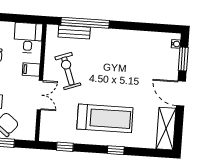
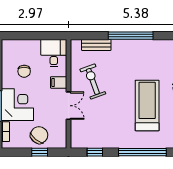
window: (85, 23) -> (131, 36), moved
treadmill: (105, 118) -> (147, 105), moved, turned -90
window: (116, 150) -> (142, 152), width x3.17

